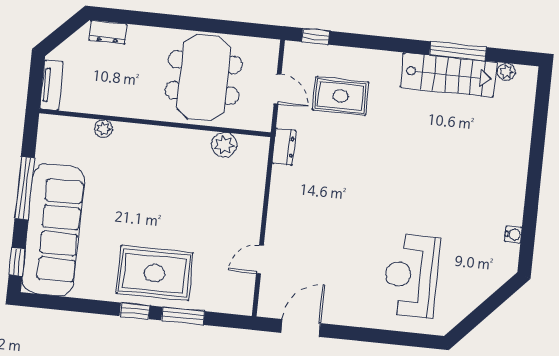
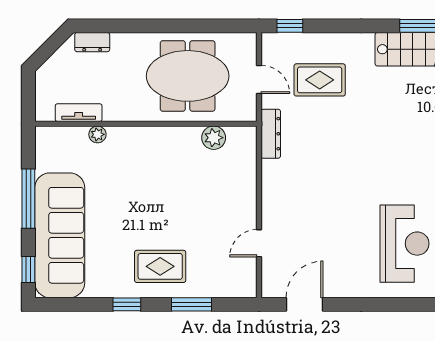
meeting table: (204, 78) -> (188, 76), turned 90
tv unit: (51, 85) -> (79, 113), moved, turned -90
dresser: (284, 147) -> (271, 134), width x1.44
rug: (155, 273) -> (160, 266), width x0.73, depth x0.70
reception desk: (411, 276) -> (404, 244), turned 180
window: (135, 311) -> (127, 304), moved

